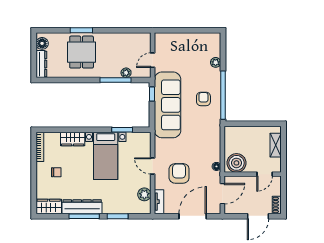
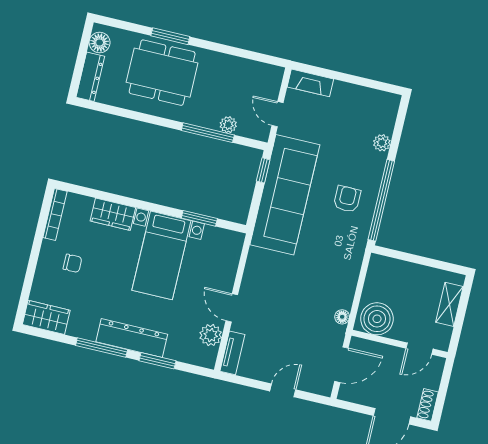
fireplace: (167, 38) -> (310, 83), added
dining table: (82, 52) -> (162, 73), width x1.37
door: (153, 60) -> (278, 114), hinge flipped
door: (153, 166) -> (232, 308), moved
armchair: (179, 173) -> (277, 314), removed
dresser: (82, 207) -> (132, 338), moved
door: (193, 216) -> (283, 390), width x0.53

